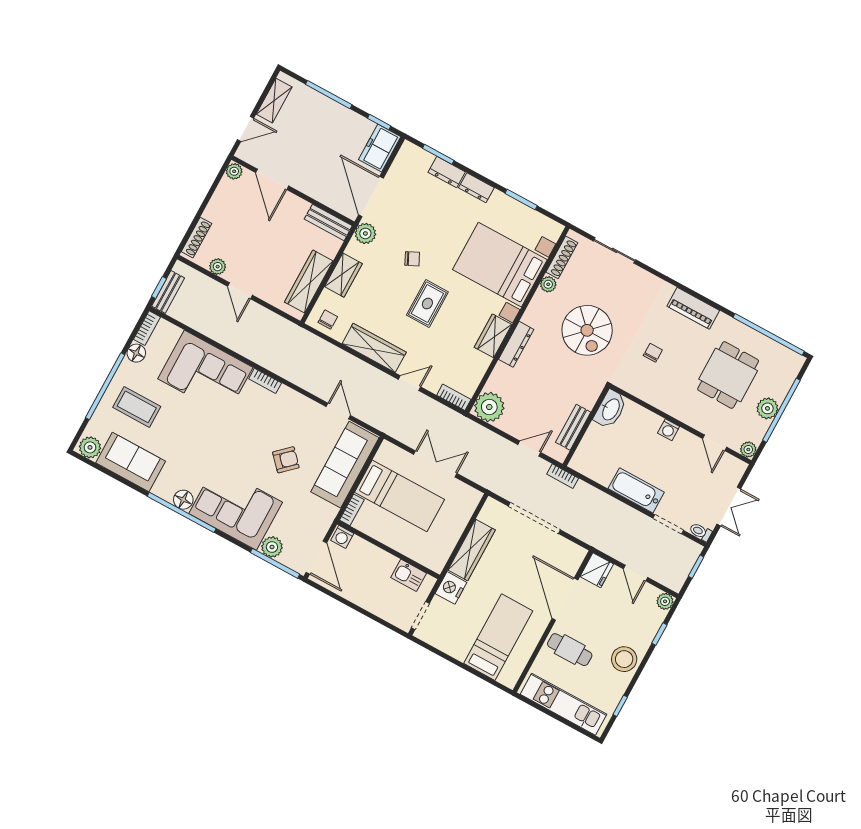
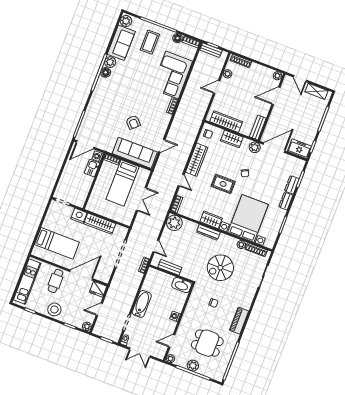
corner sofa: (236, 508) -> (105, 100), removed
plant: (272, 547) -> (110, 62), moved
kitchen sink: (409, 575) -> (92, 168), moved

